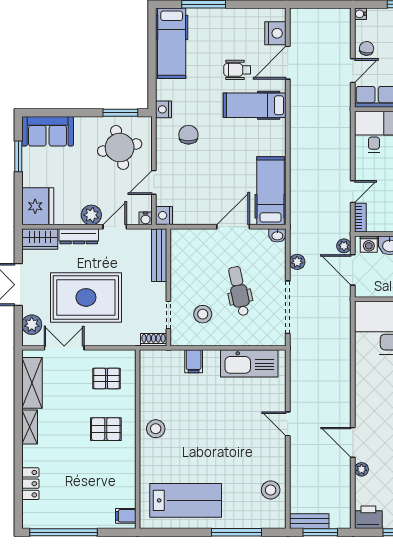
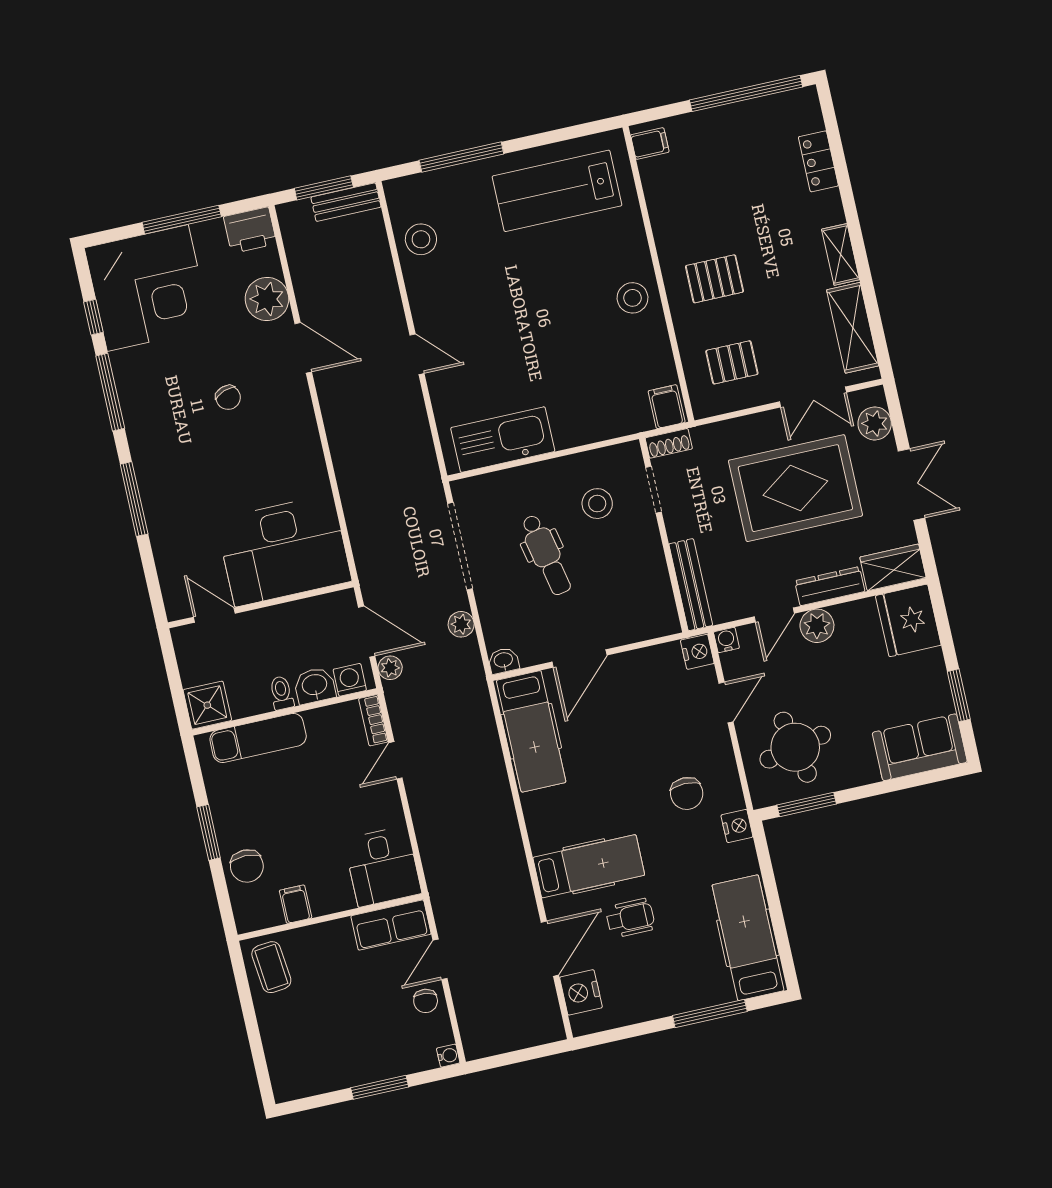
filing cabinet: (194, 361) -> (667, 407), moved
plant: (361, 469) -> (267, 299), width x1.88, depth x1.88

